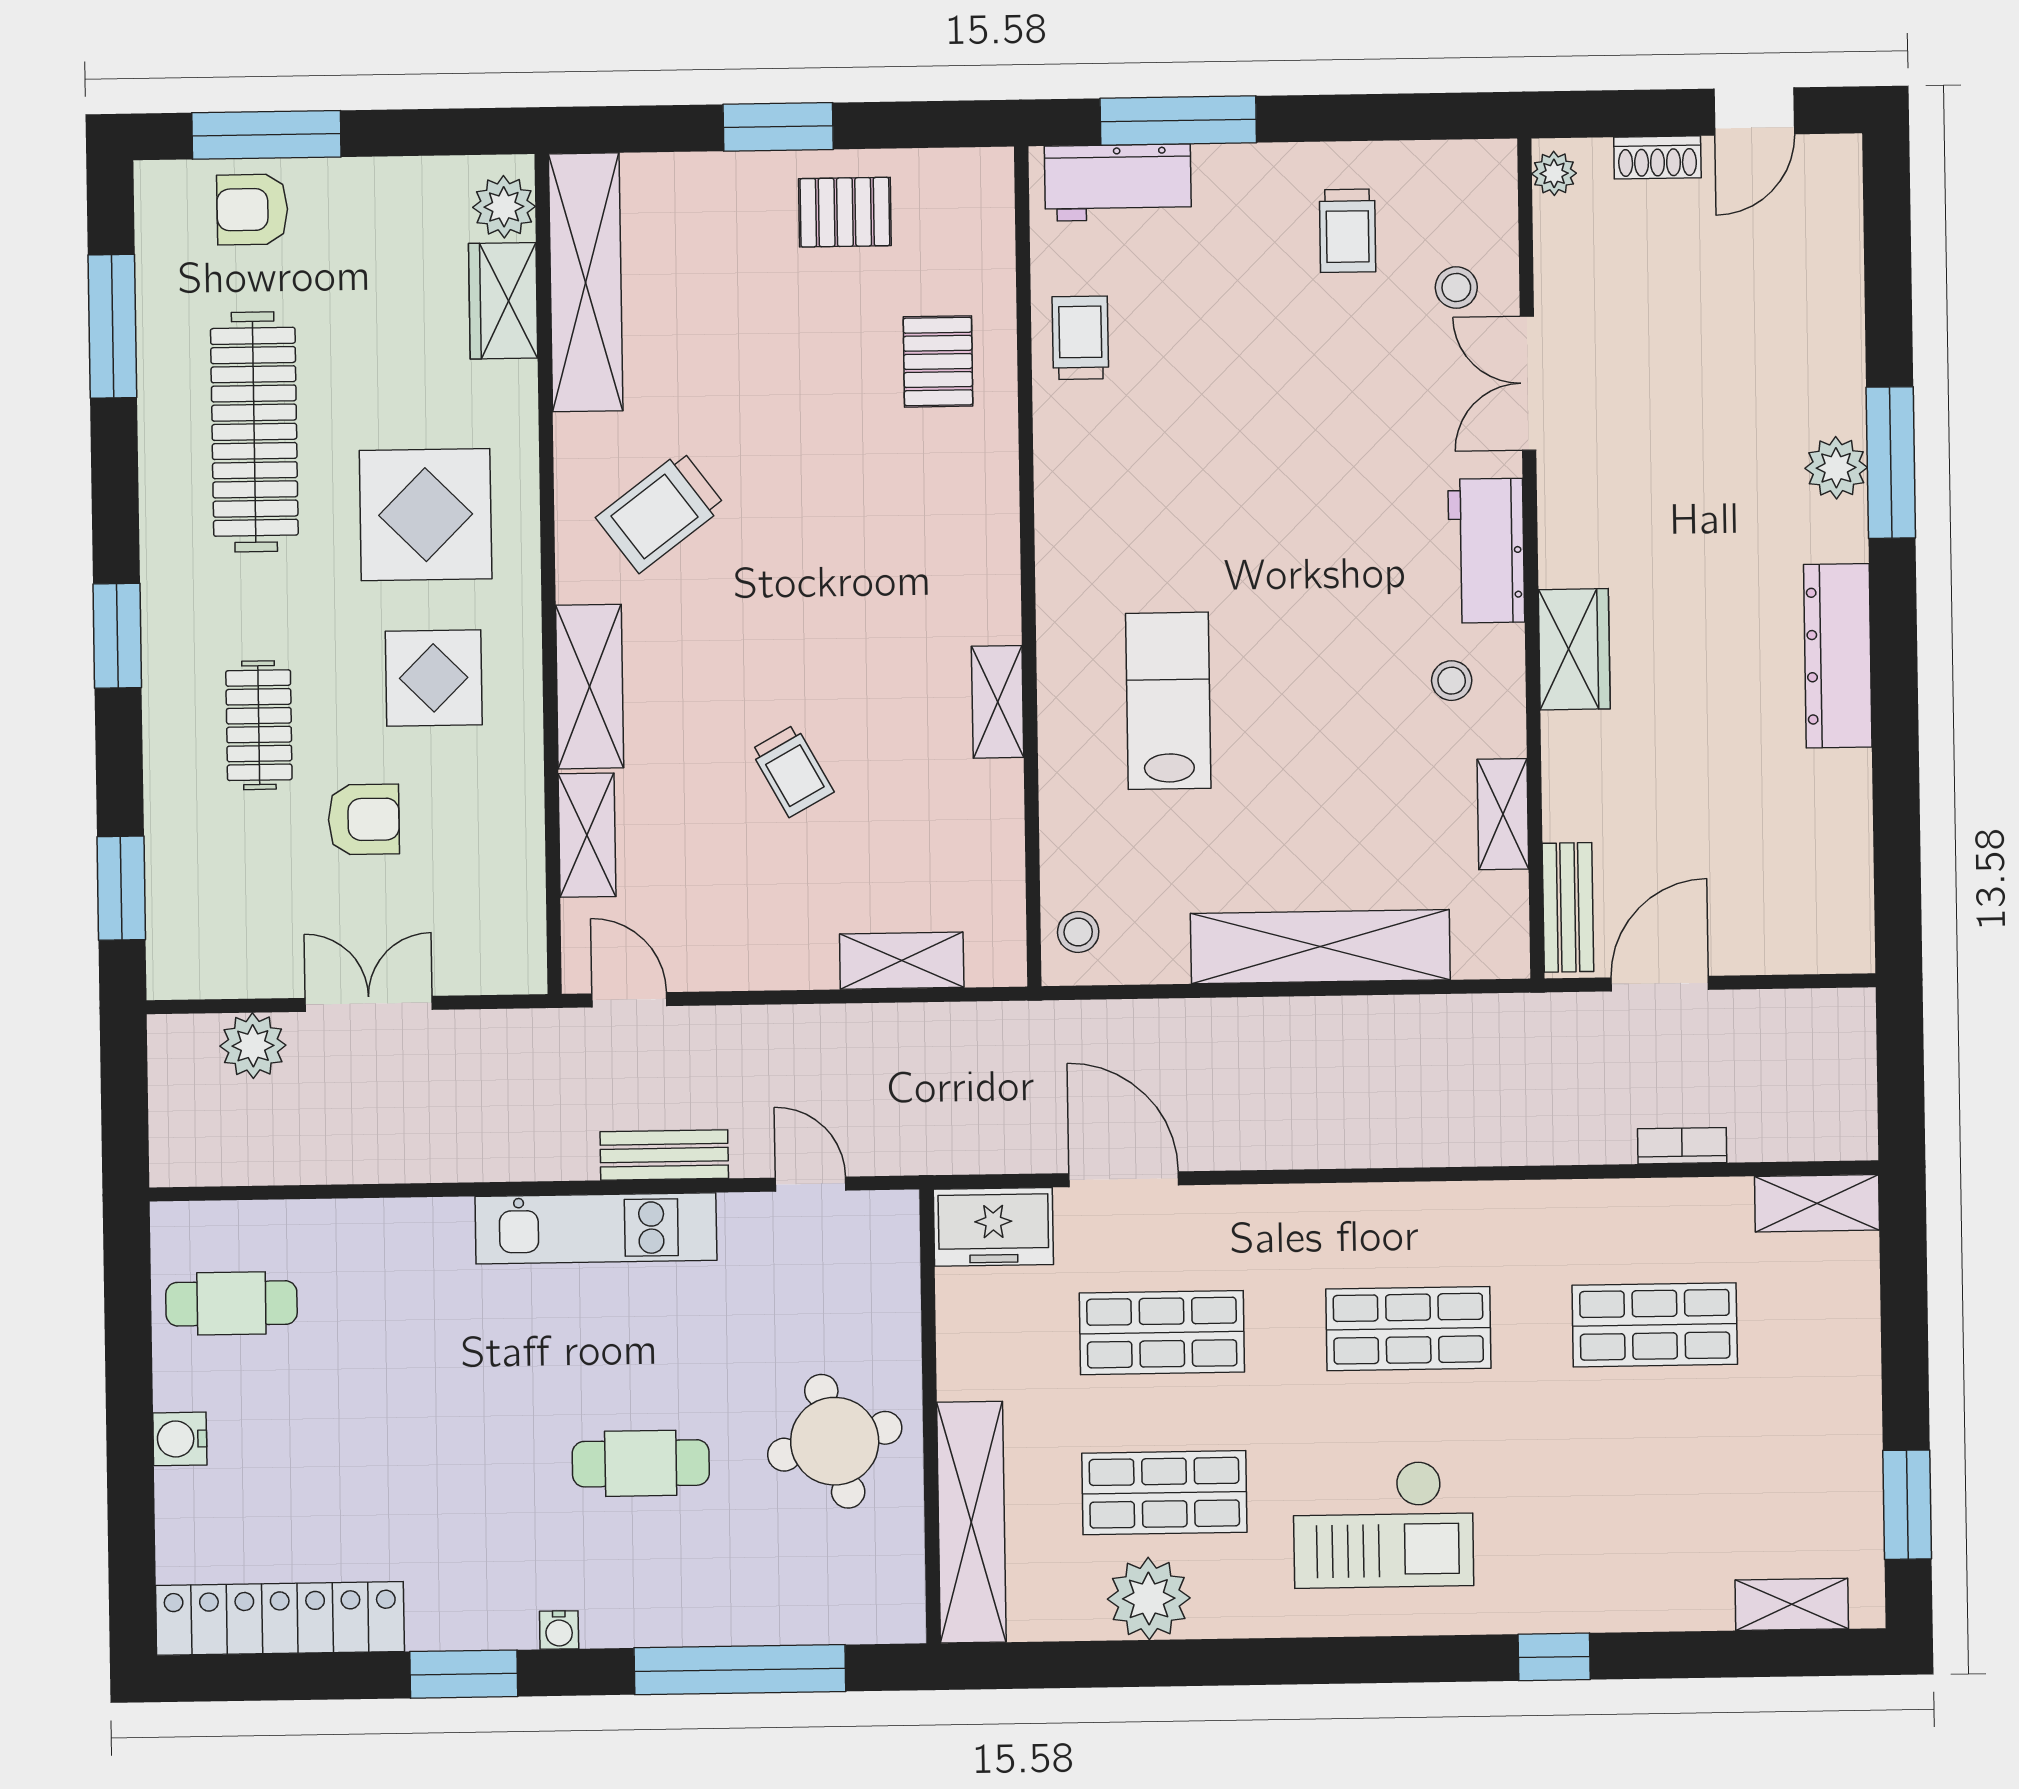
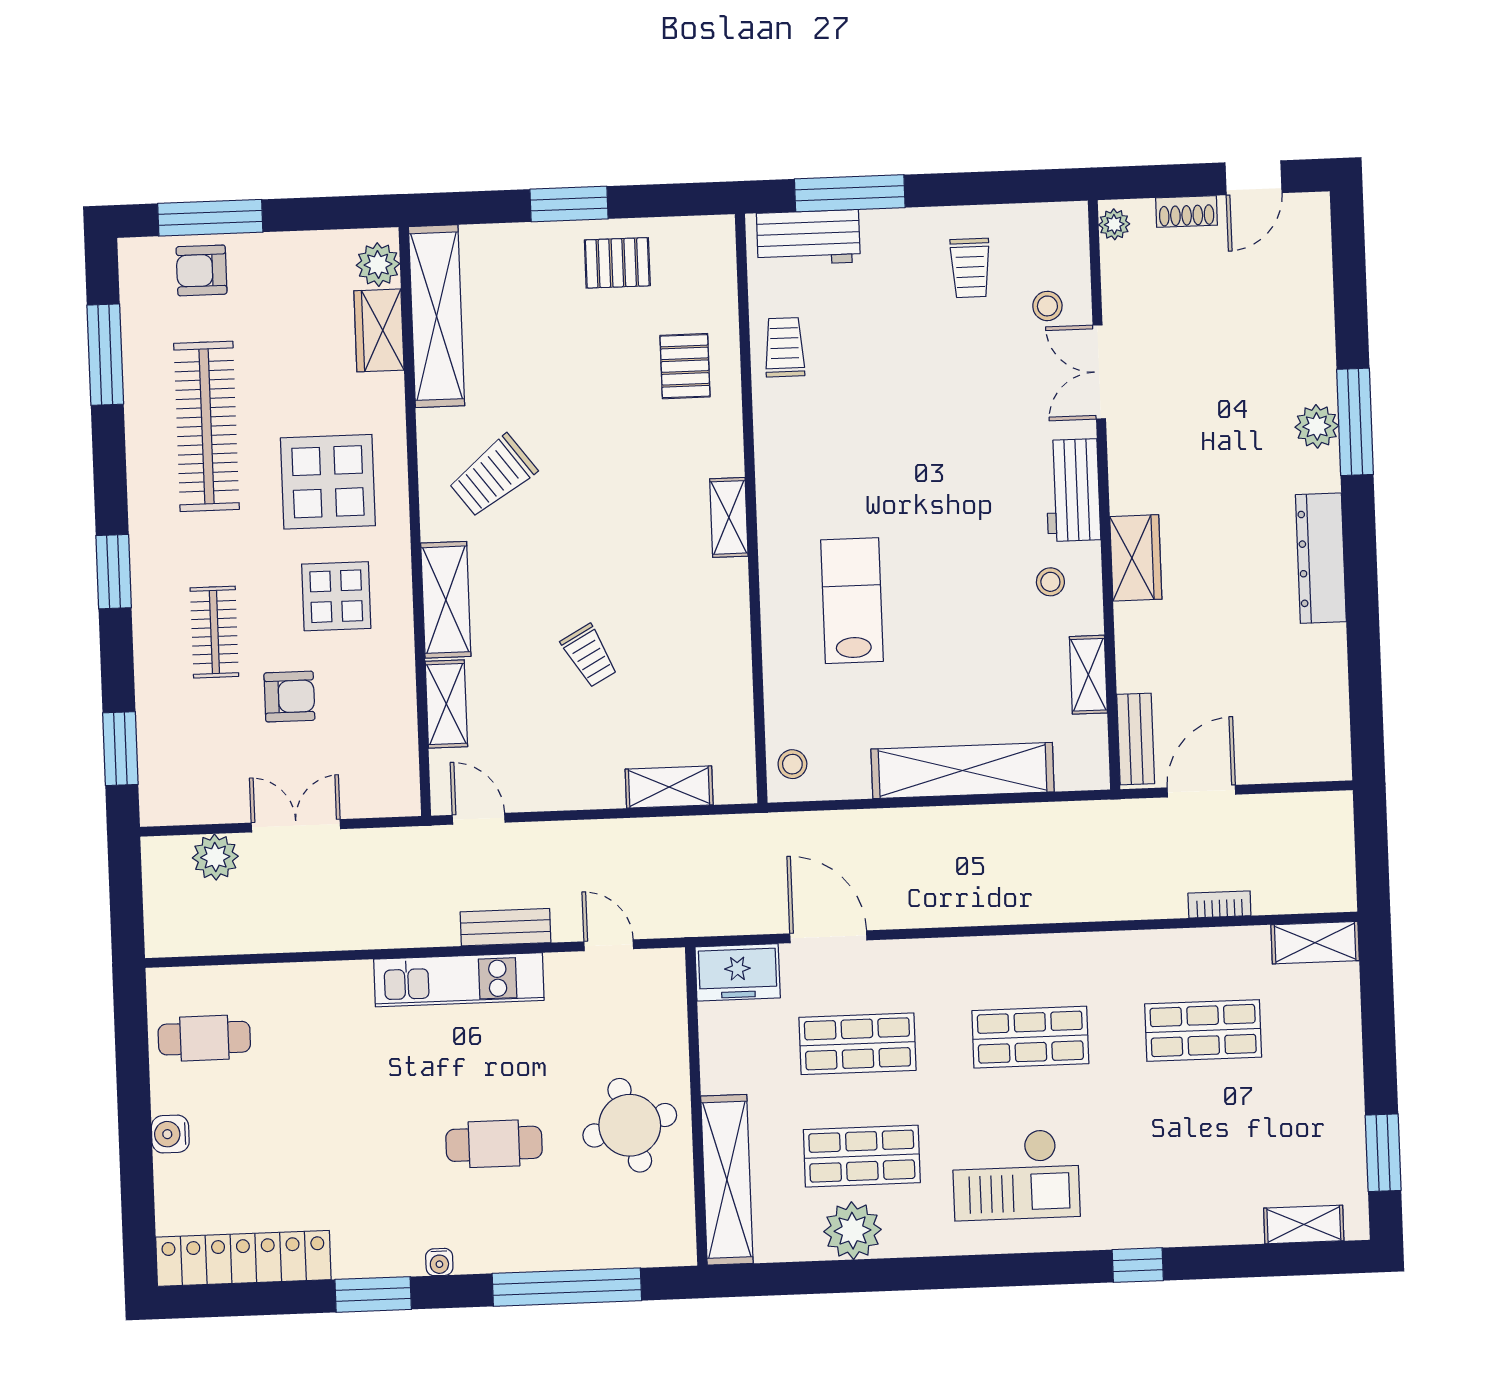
shelving: (998, 702) -> (729, 517), moved

